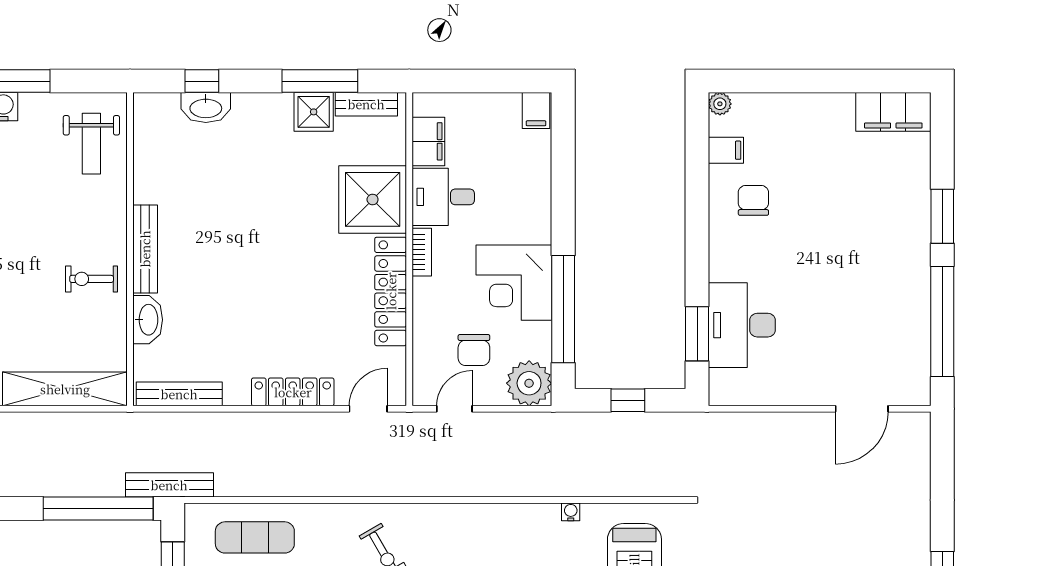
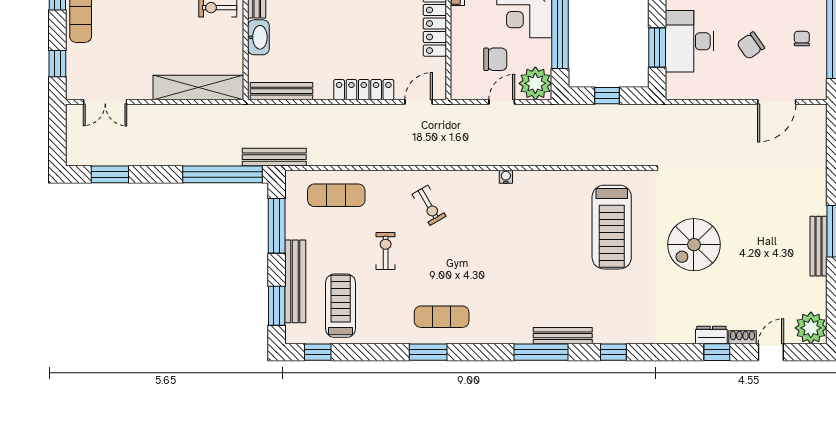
chair: (896, 321) -> (802, 39), added
chair: (826, 331) -> (751, 46), added
chair: (474, 350) -> (495, 59), turned -90
door: (454, 409) -> (502, 102), moved
water cooler: (571, 512) -> (506, 177), moved

